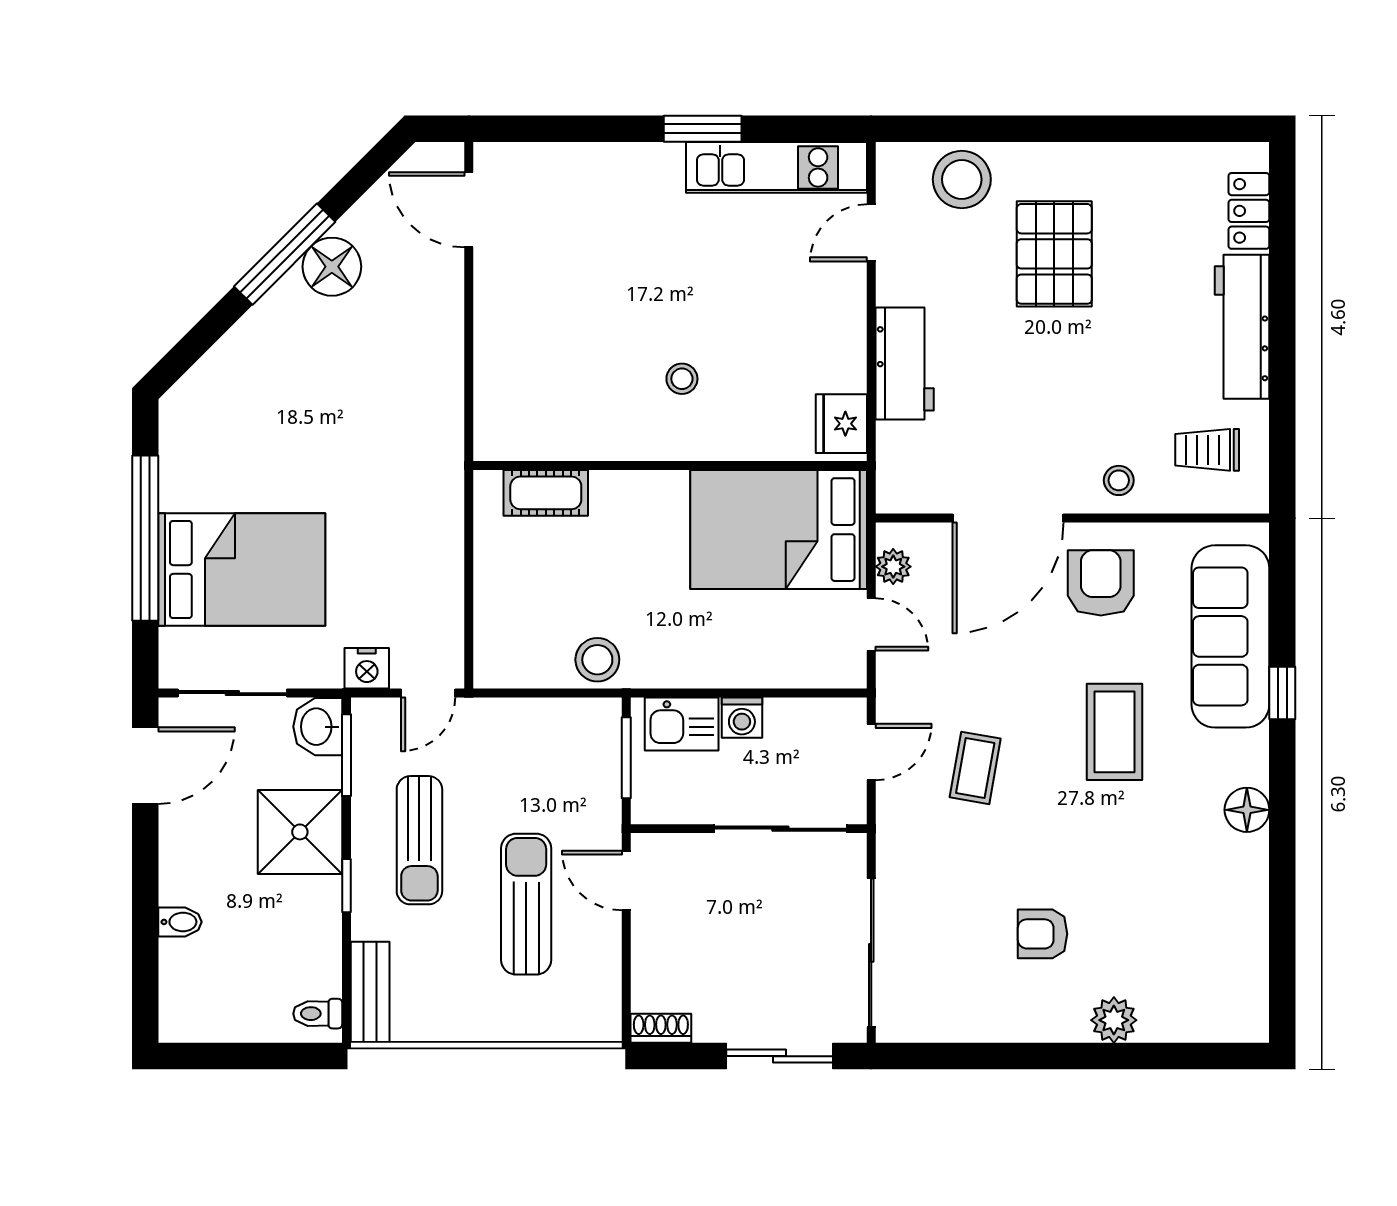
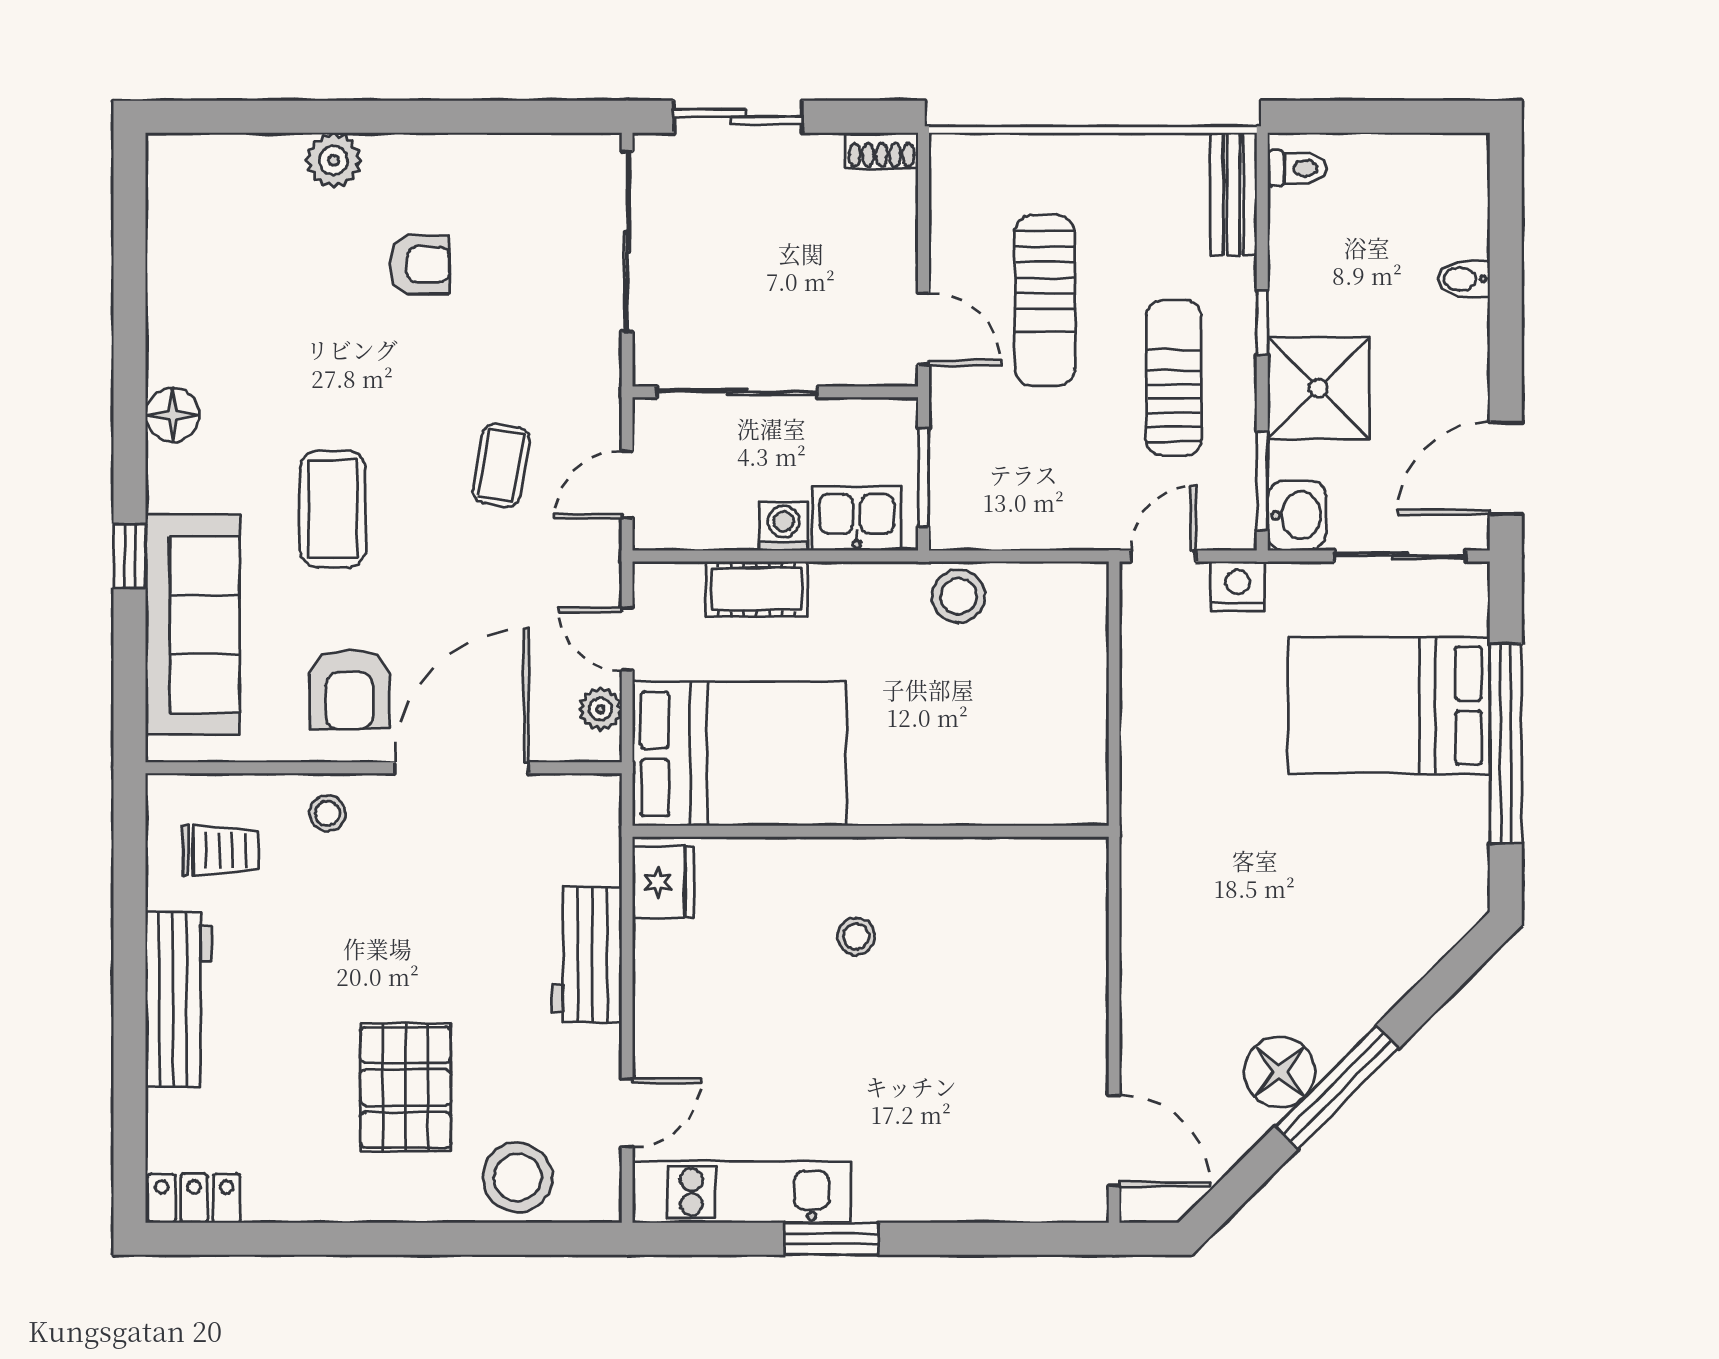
locker: (1249, 211) -> (194, 1198), moved, turned -90
cot: (546, 493) -> (757, 589), moved

